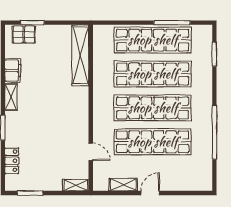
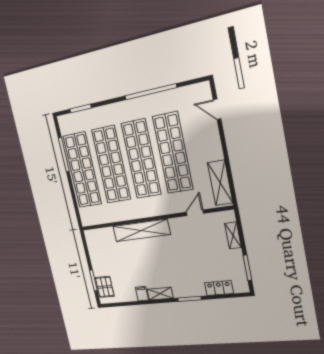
shelving: (80, 55) -> (141, 230), moved
filing cabinet: (13, 70) -> (142, 294), width x0.50
shelving: (76, 185) -> (233, 235), moved
shelving: (123, 185) -> (220, 183), width x1.50, depth x1.33
door: (150, 193) -> (217, 109), moved

